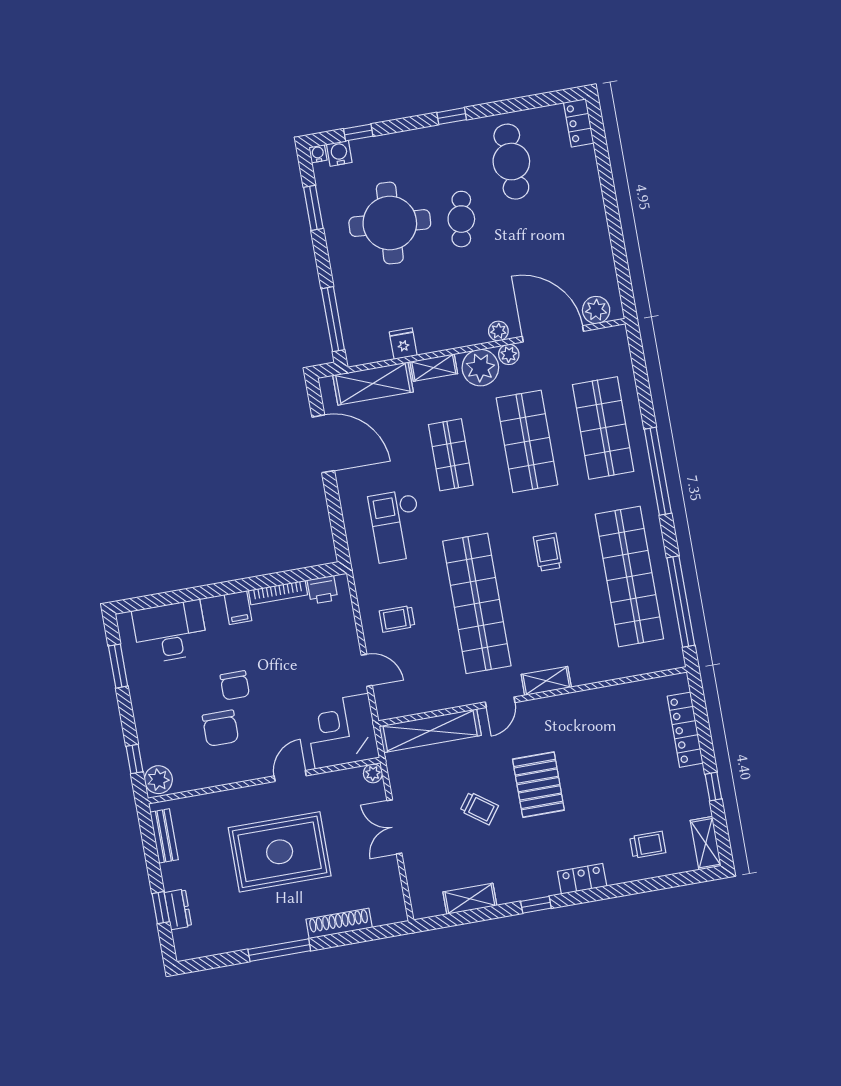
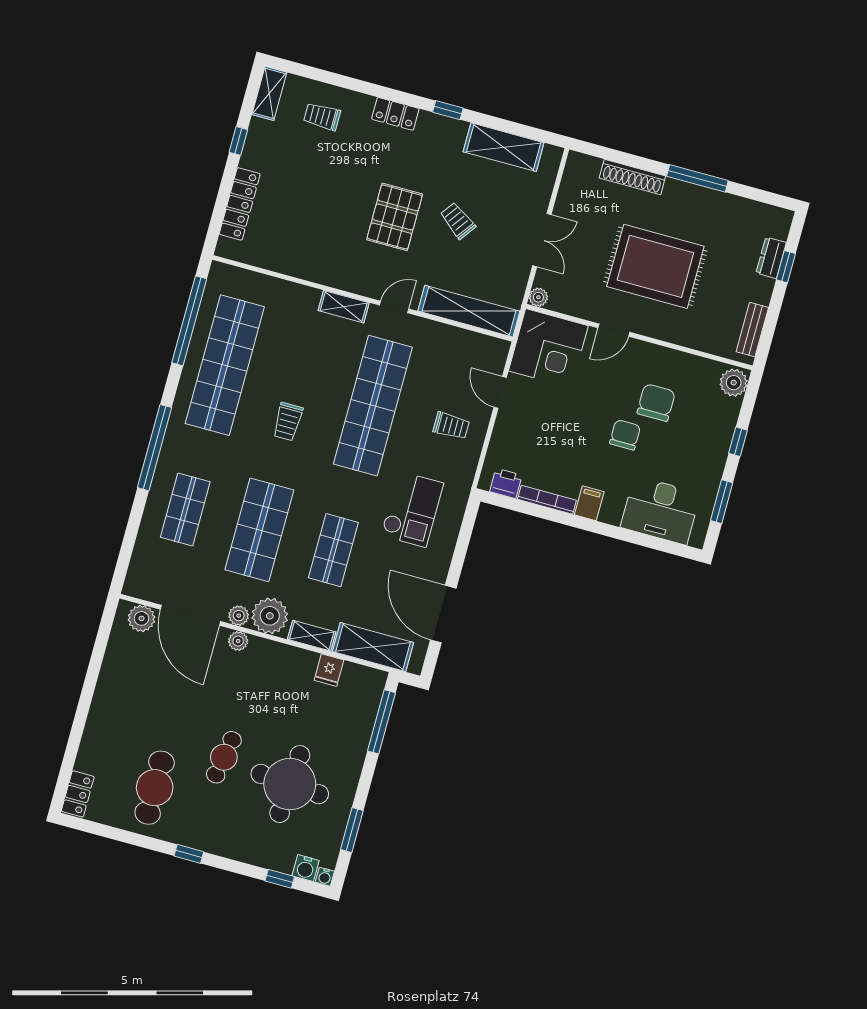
shop shelf: (603, 428) -> (185, 510), width x0.70, depth x0.74
window: (134, 759) -> (738, 442), moved
shelving: (470, 899) -> (504, 147), width x1.50, depth x1.33

